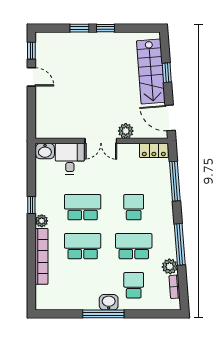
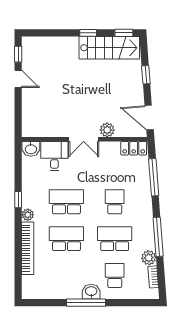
window: (79, 28) -> (124, 33), moved
stairs: (151, 72) -> (109, 48), moved, turned -86

